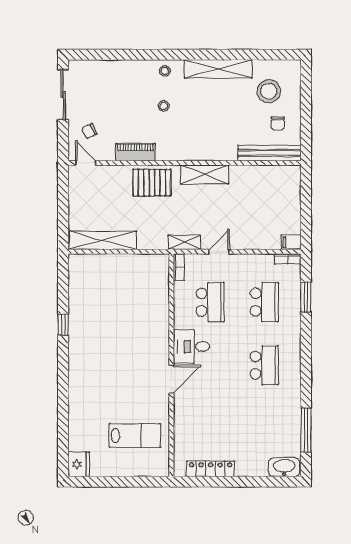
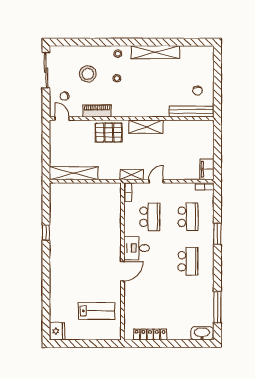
stool: (269, 91) -> (88, 74), moved
filing cabinet: (291, 242) -> (207, 169), width x2.00
window: (306, 297) -> (217, 234), moved

